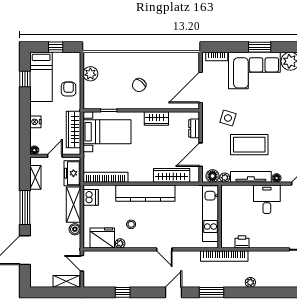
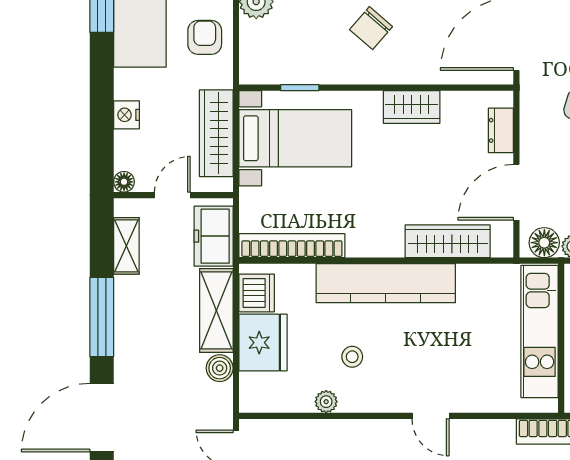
fridge: (102, 238) -> (263, 343), moved, turned 90

